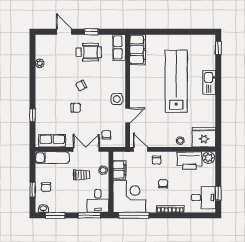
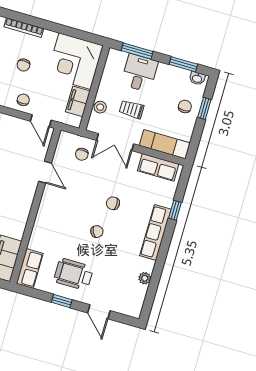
row of seats: (41, 96) -> (155, 232), added
side table: (117, 99) -> (53, 199), removed
door: (128, 116) -> (45, 172), swing flipped
desk: (98, 201) -> (139, 73), moved
window: (134, 215) -> (76, 33), removed

